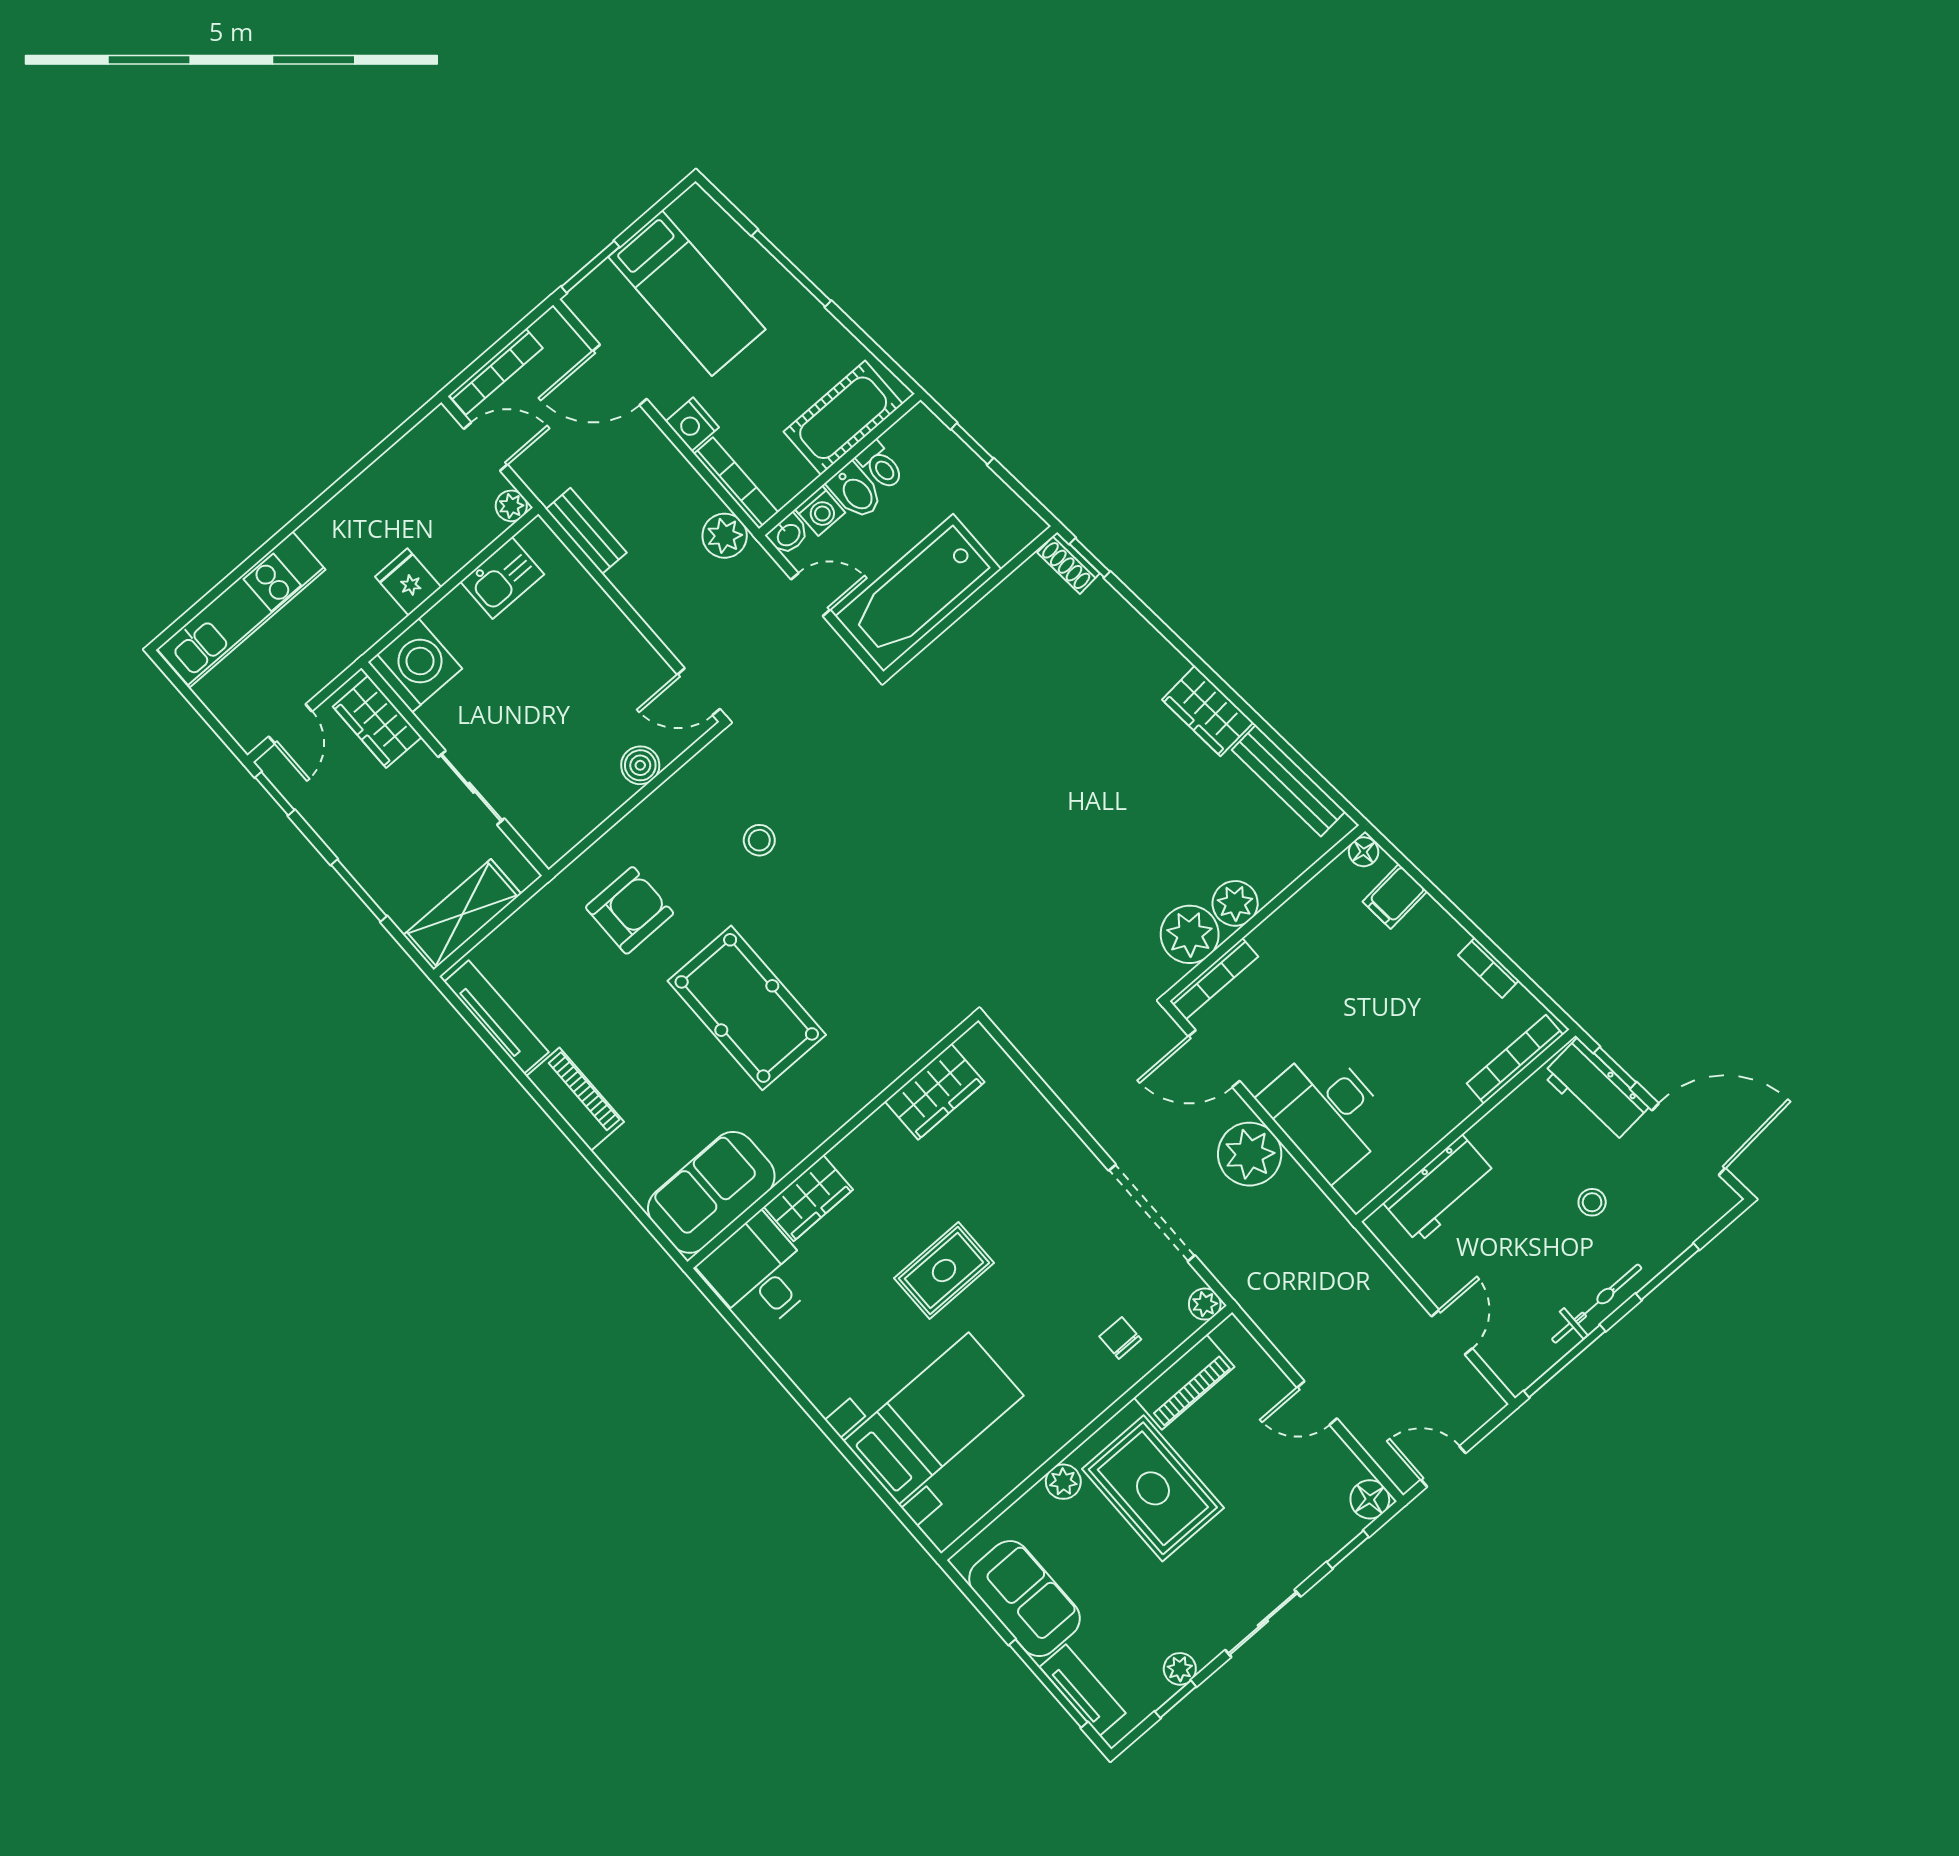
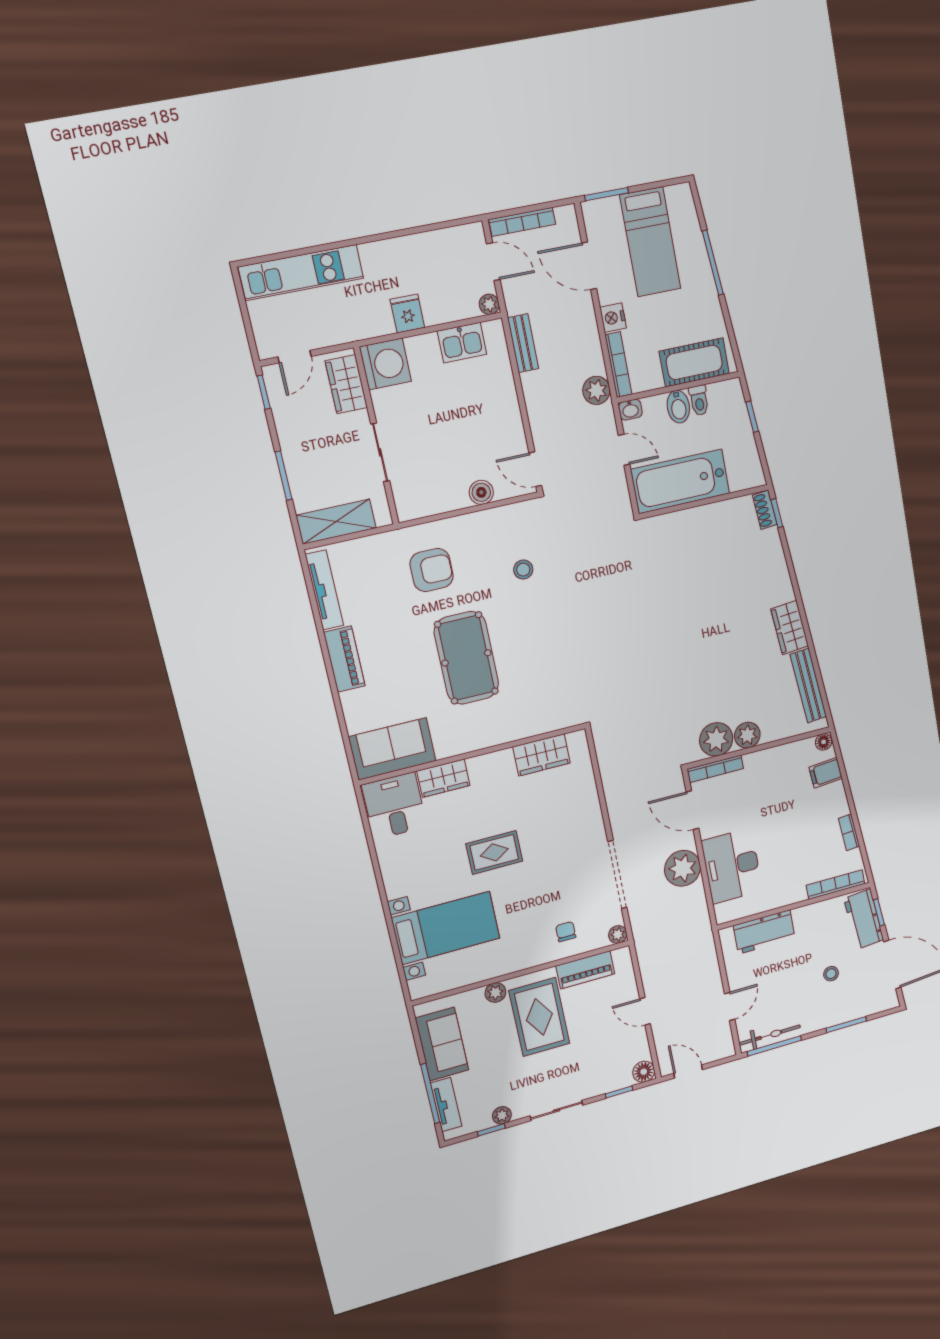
washing machine: (820, 511) -> (654, 407), removed
bicycle: (1597, 1304) -> (770, 1035), moved

